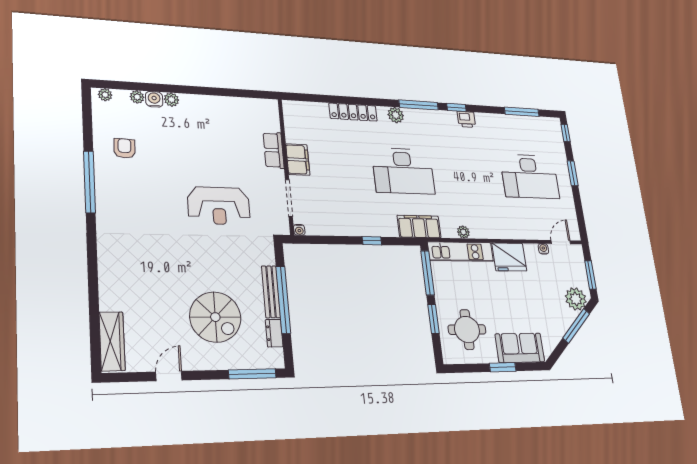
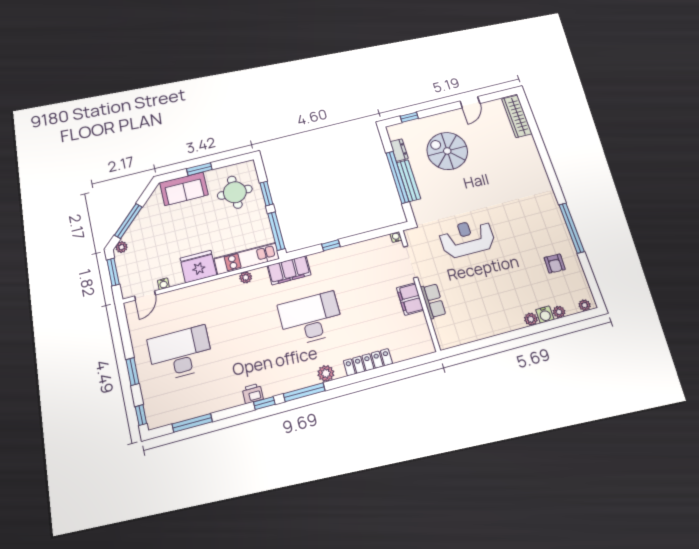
plant: (576, 299) -> (122, 247), width x0.53, depth x0.53
window: (252, 374) -> (409, 117), width x0.46

